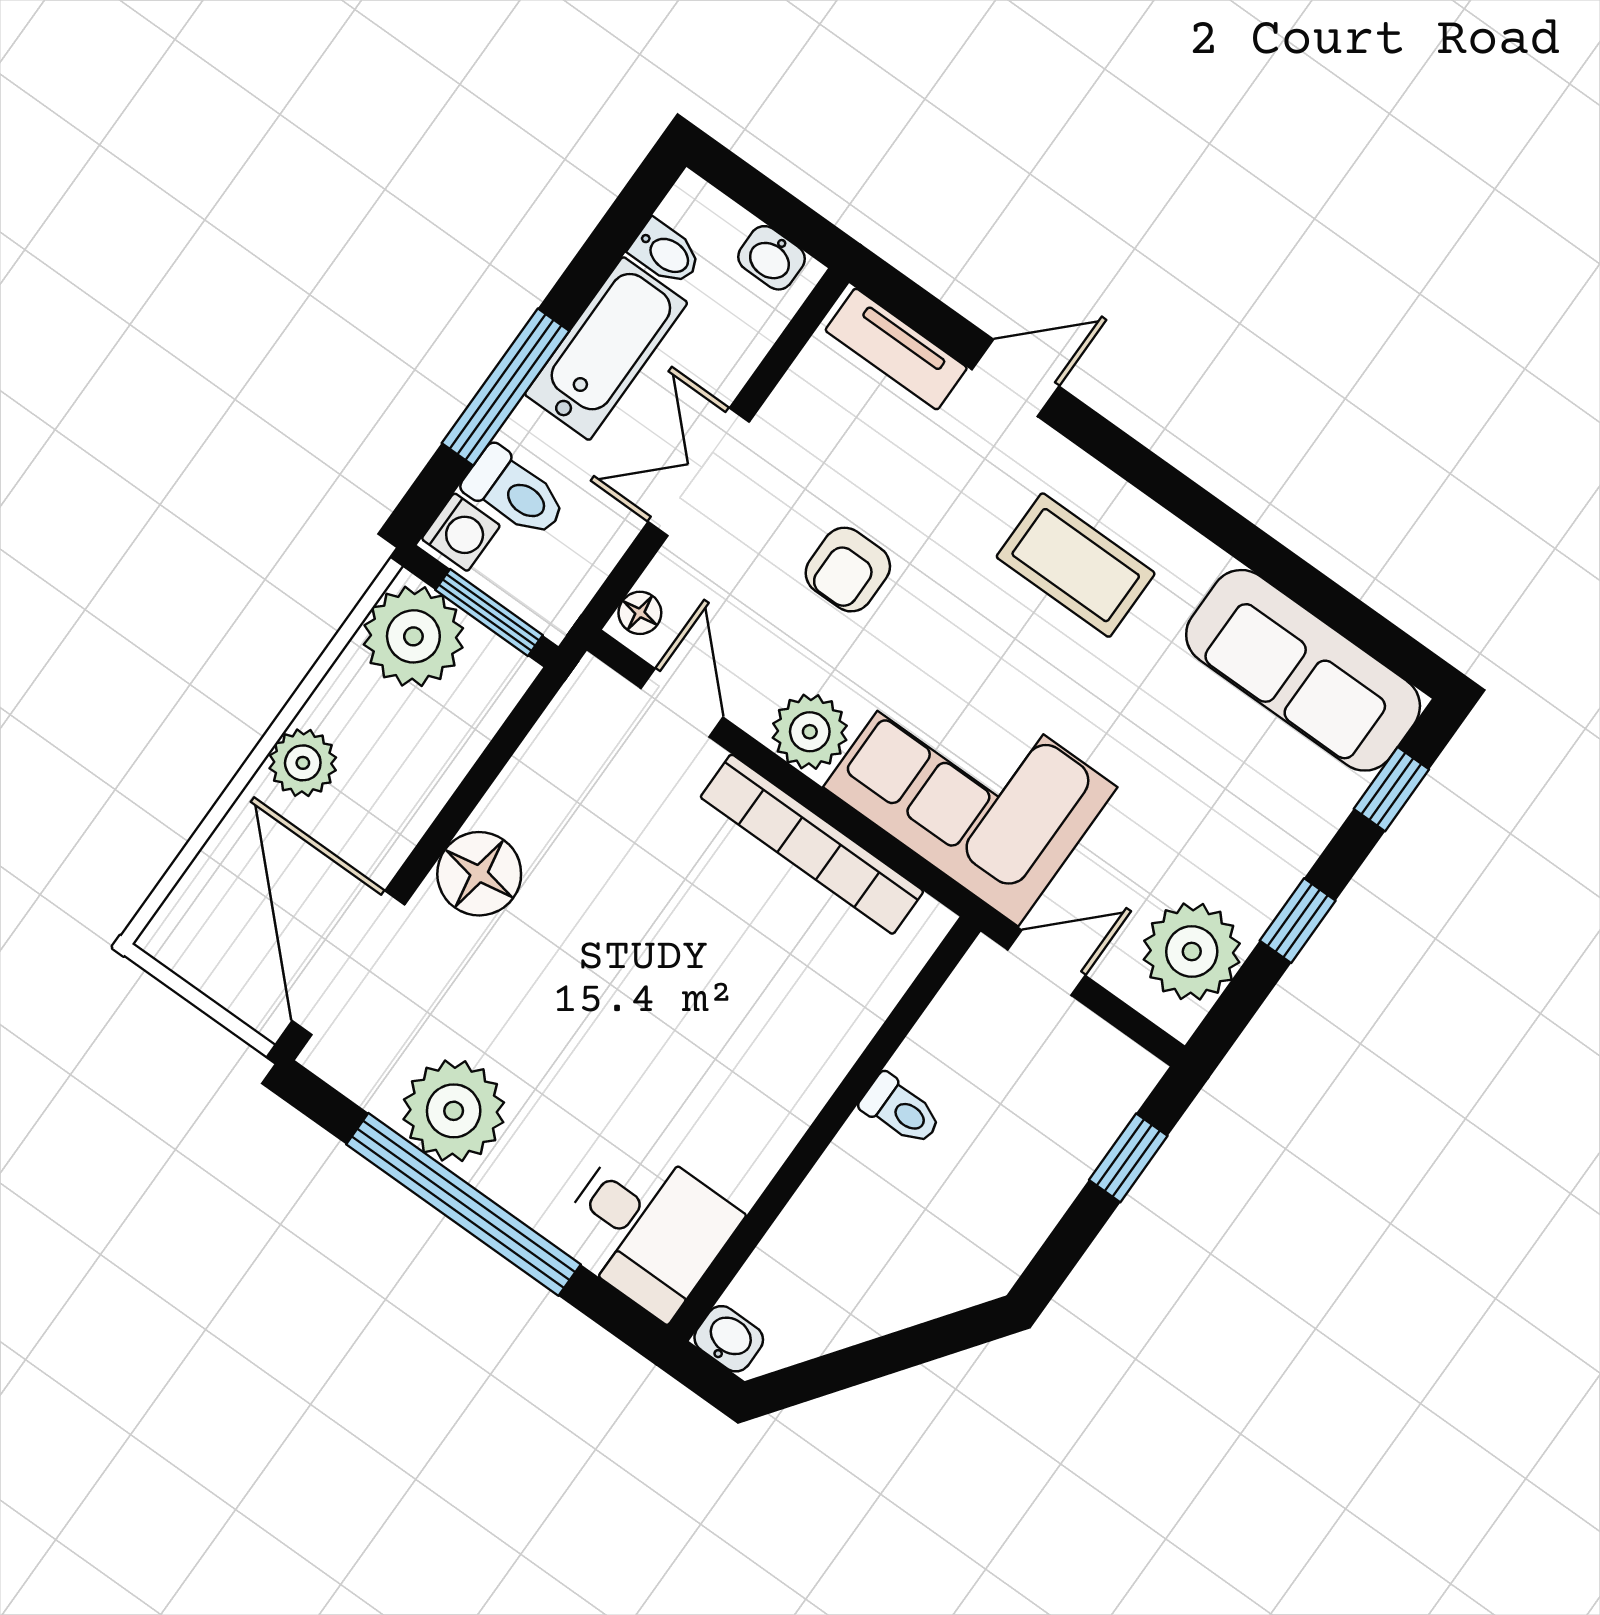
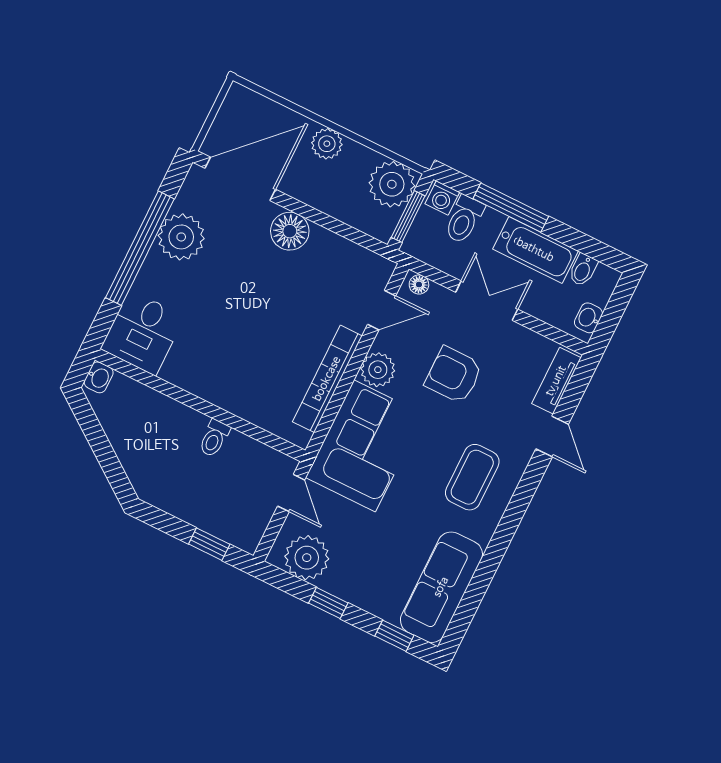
armchair: (848, 570) -> (454, 375), width x1.38, depth x1.38

